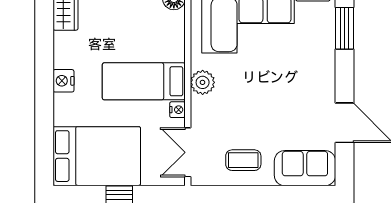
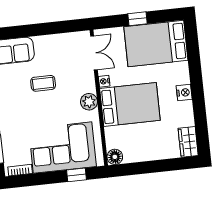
bed: (144, 81) -> (130, 104), width x1.50
coffee table: (243, 160) -> (43, 83), moved

